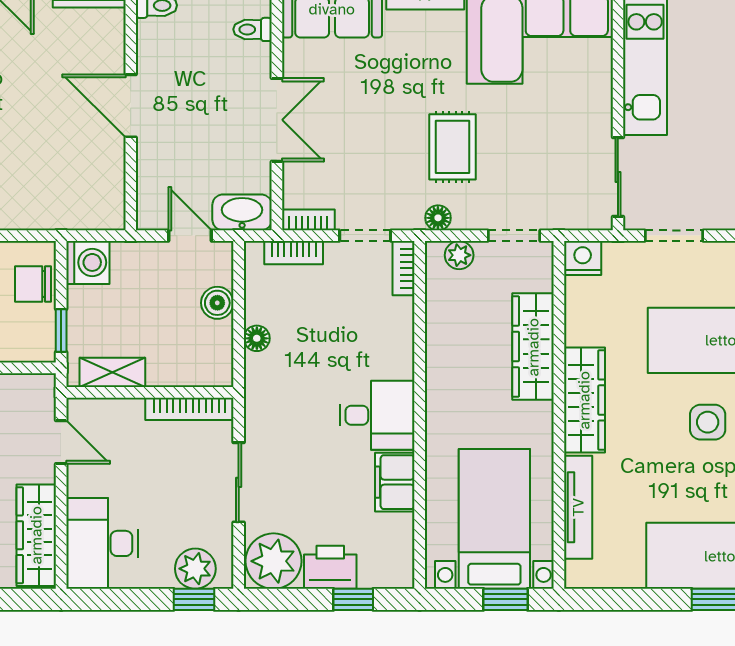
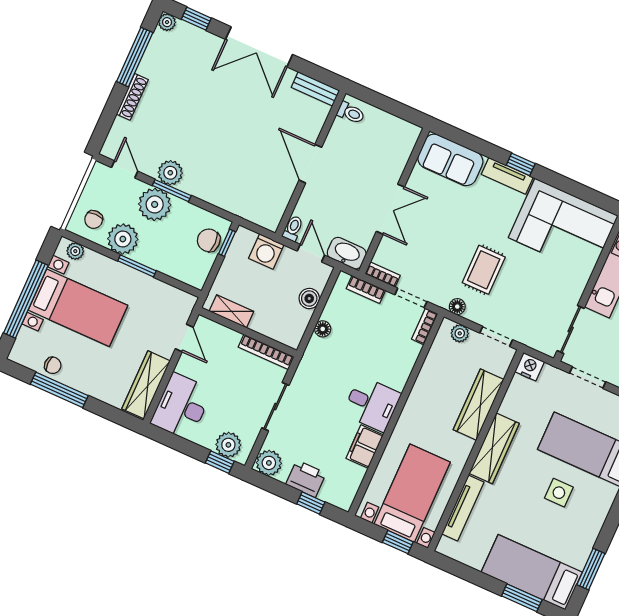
toilet: (253, 29) -> (293, 228), moved, turned 90
washing machine: (88, 262) -> (266, 251), moved, turned 90
window: (61, 330) -> (227, 243), moved
plant: (273, 561) -> (269, 463), width x0.73, depth x0.73

